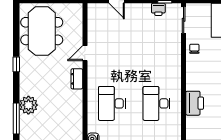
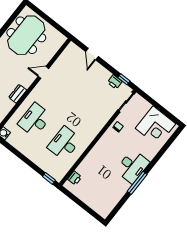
dresser: (77, 79) -> (18, 94), moved
printer: (195, 103) -> (75, 178), moved, width x0.53, depth x0.68

